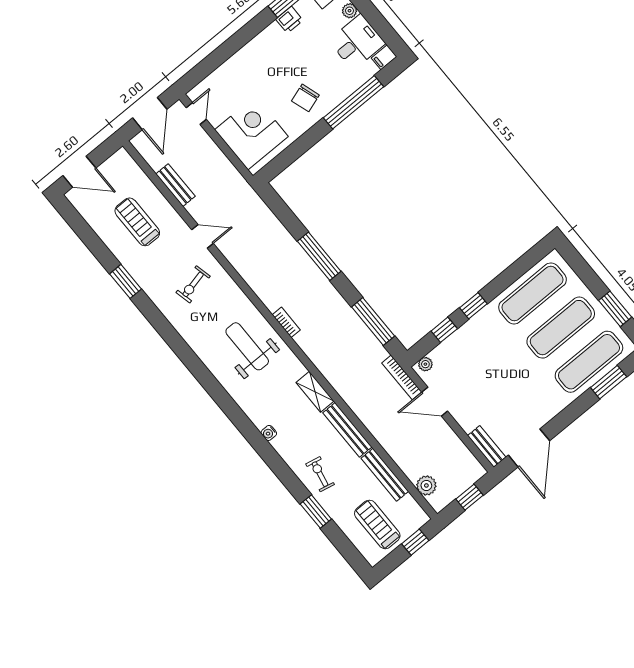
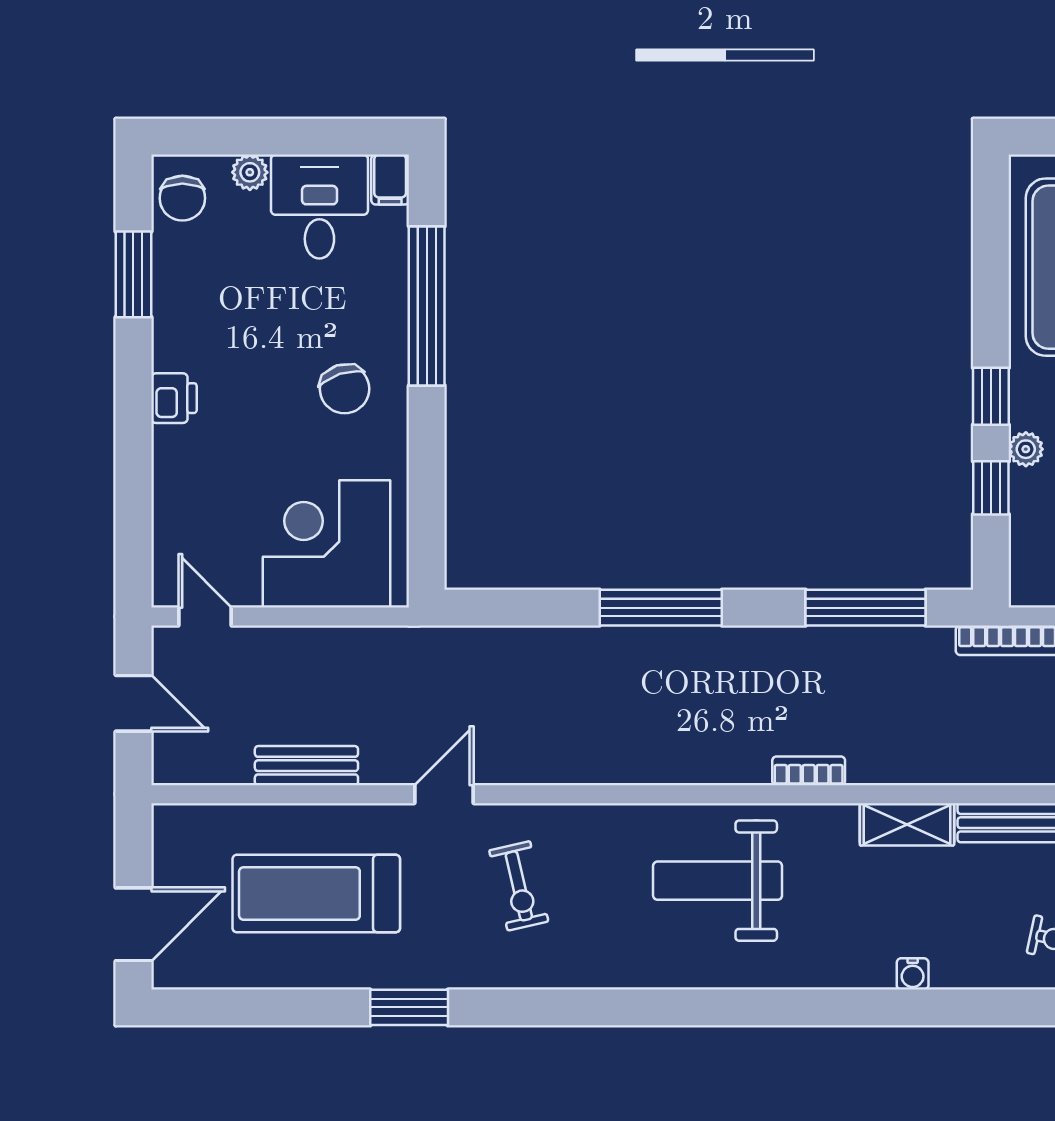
printer: (289, 20) -> (174, 398), moved
door: (150, 114) -> (133, 703), width x0.73
treadmill: (137, 222) -> (316, 894), width x1.37, depth x1.38
bookcase: (286, 322) -> (809, 771), moved
plant: (425, 364) -> (1026, 449), moved

